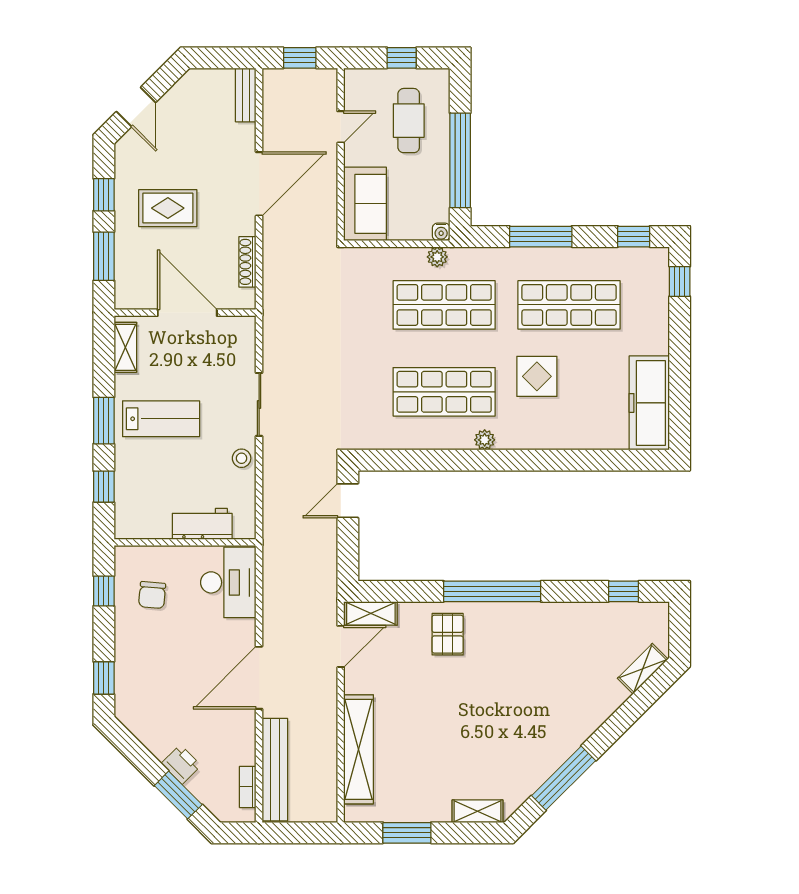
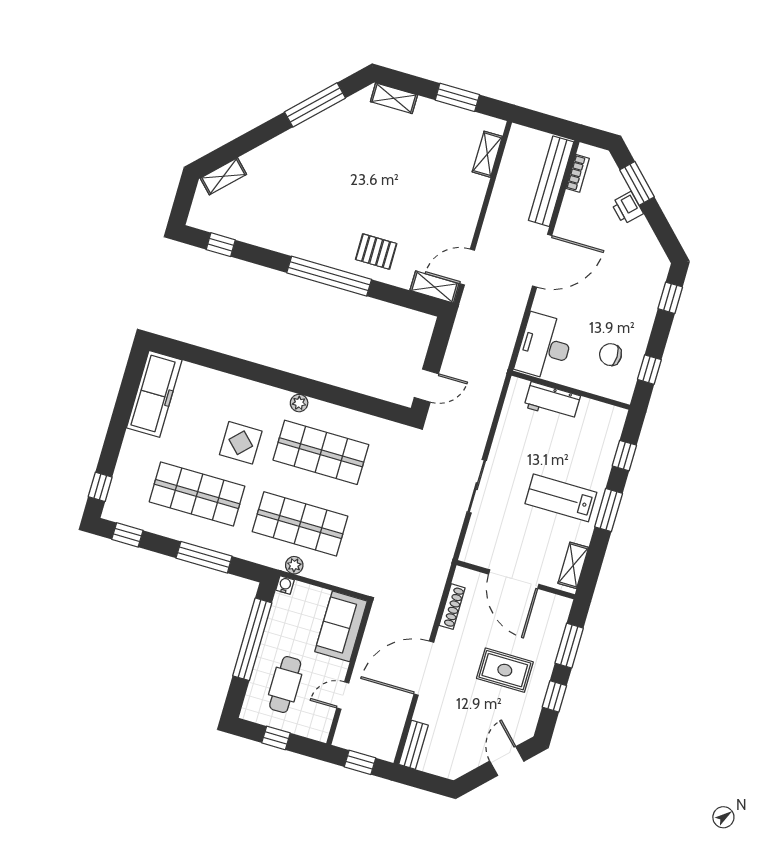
stool: (242, 458) -> (504, 446), removed
chair: (152, 595) -> (611, 355), turned -95
pallet: (448, 634) -> (376, 252), turned 90
shelving: (359, 749) -> (487, 154), width x0.45, depth x0.75

